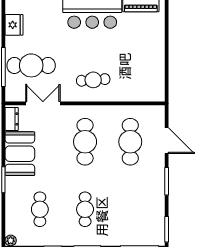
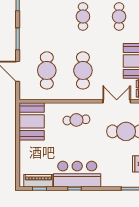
booth: (149, 78) -> (32, 121), added
double door: (43, 103) -> (117, 101), swing flipped

